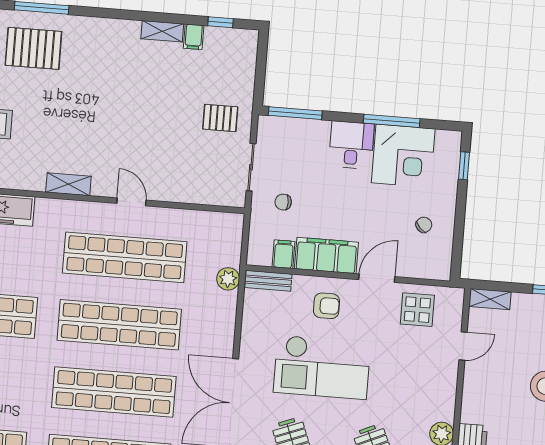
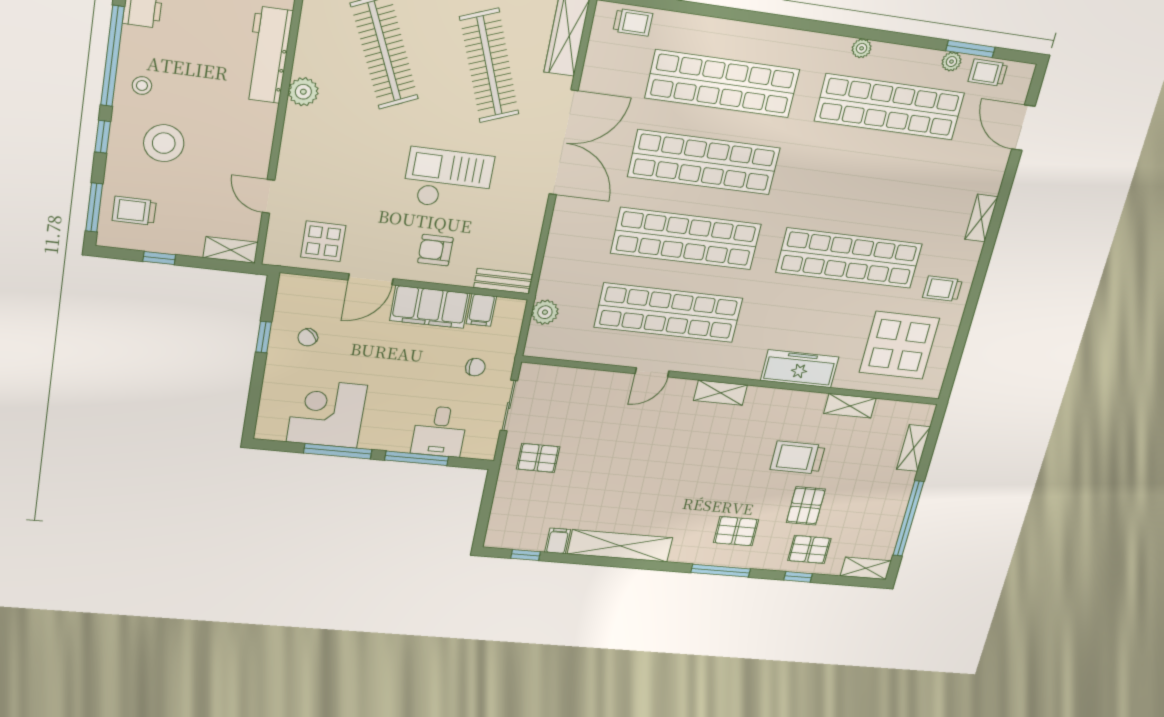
shelving: (162, 31) -> (620, 546), width x2.20, depth x1.33
pallet: (33, 48) -> (736, 531), width x0.67, depth x0.71
window: (295, 113) -> (417, 458), moved
desk: (351, 145) -> (440, 431), moved
window: (464, 166) -> (264, 337), moved
door: (131, 202) -> (652, 372), hinge flipped
plant: (228, 279) -> (545, 312), moved
door: (463, 346) -> (268, 196), hinge flipped
checkout: (322, 367) -> (448, 179), width x0.73, depth x0.83

